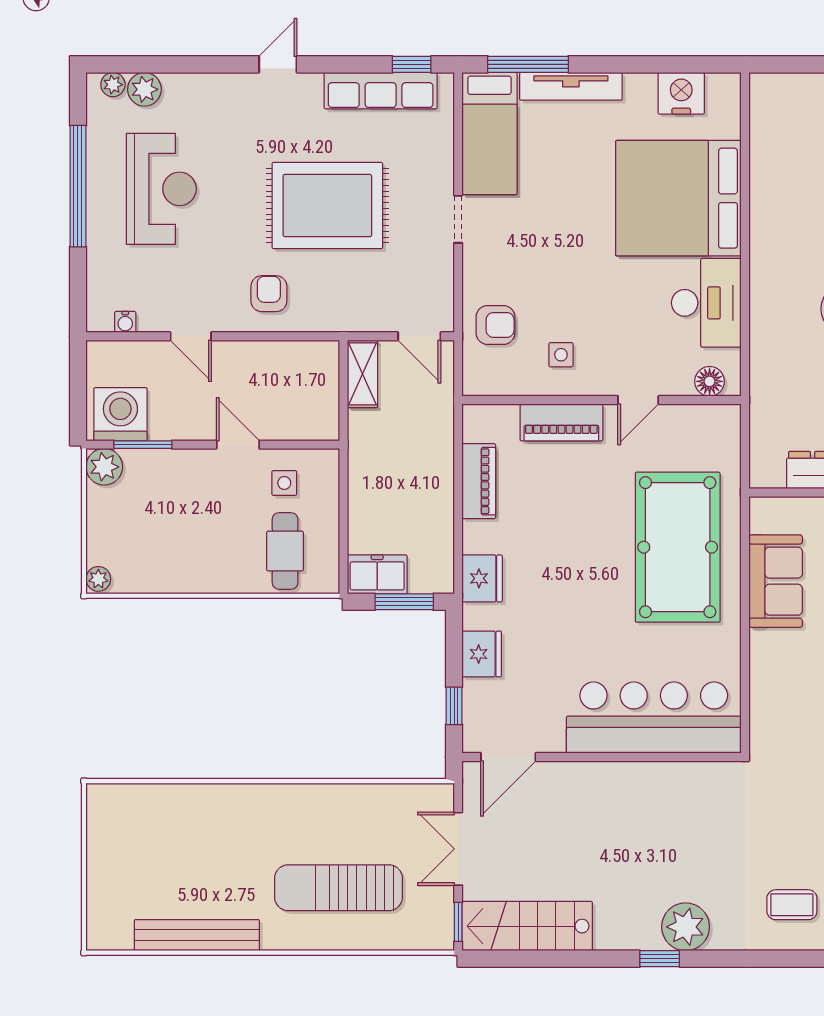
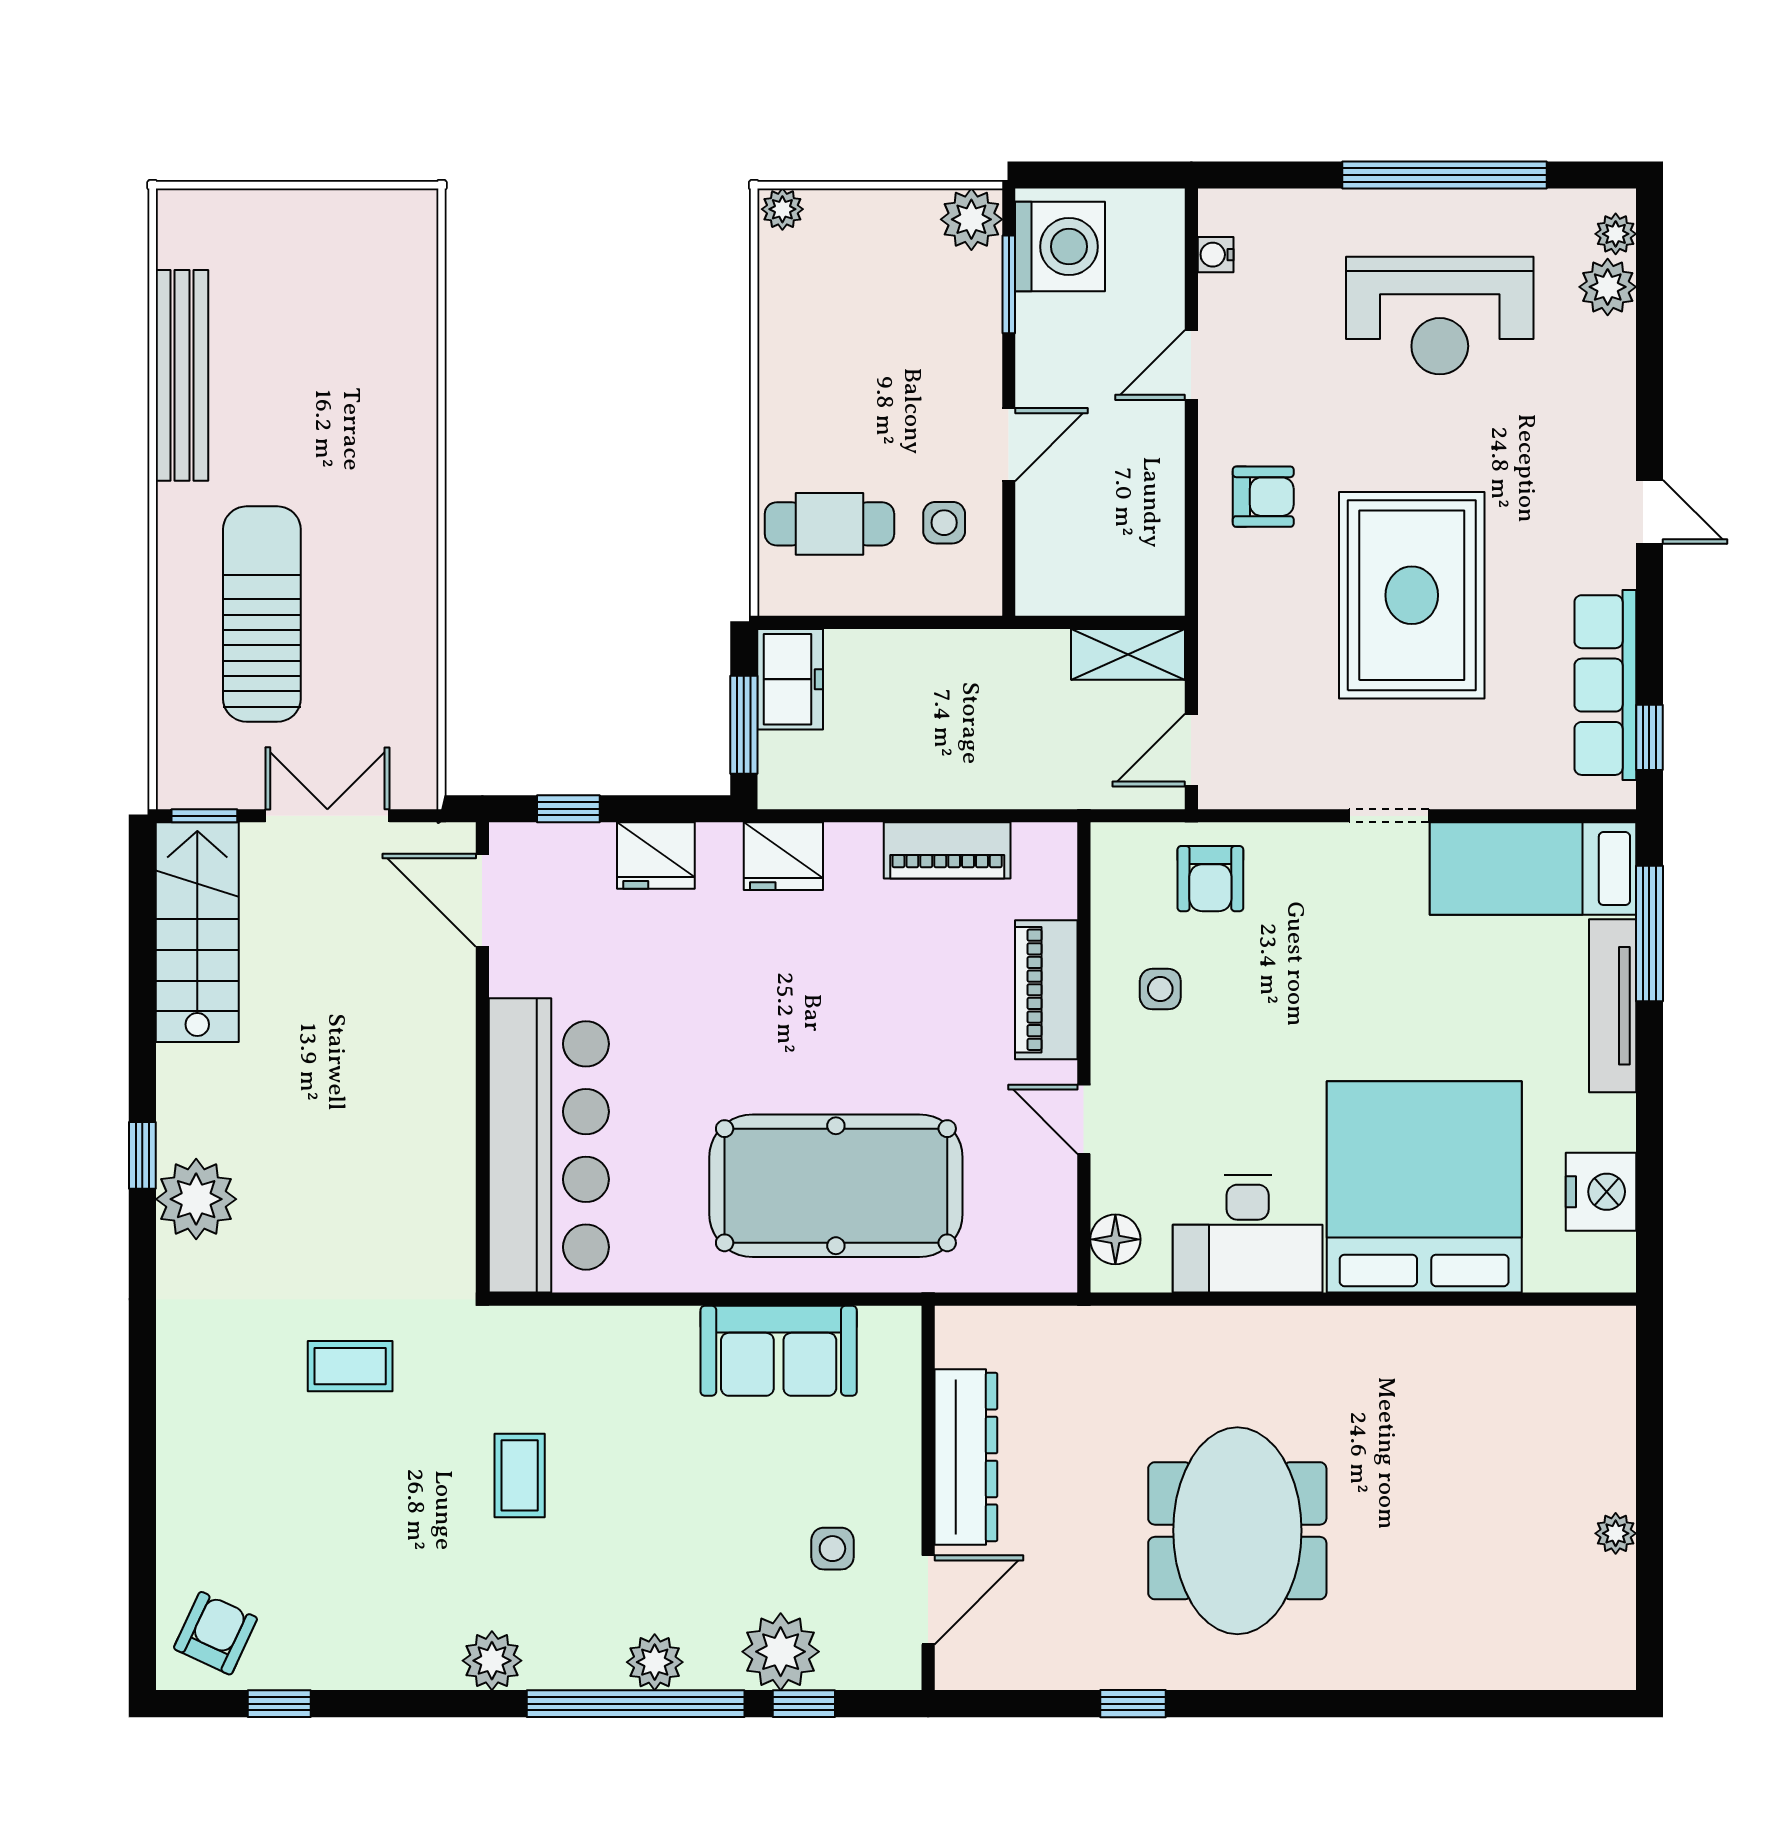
coffee table: (792, 905) -> (350, 1366), moved, turned 90

